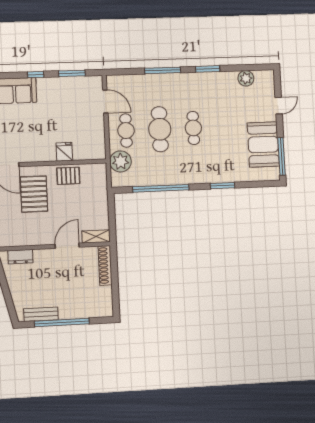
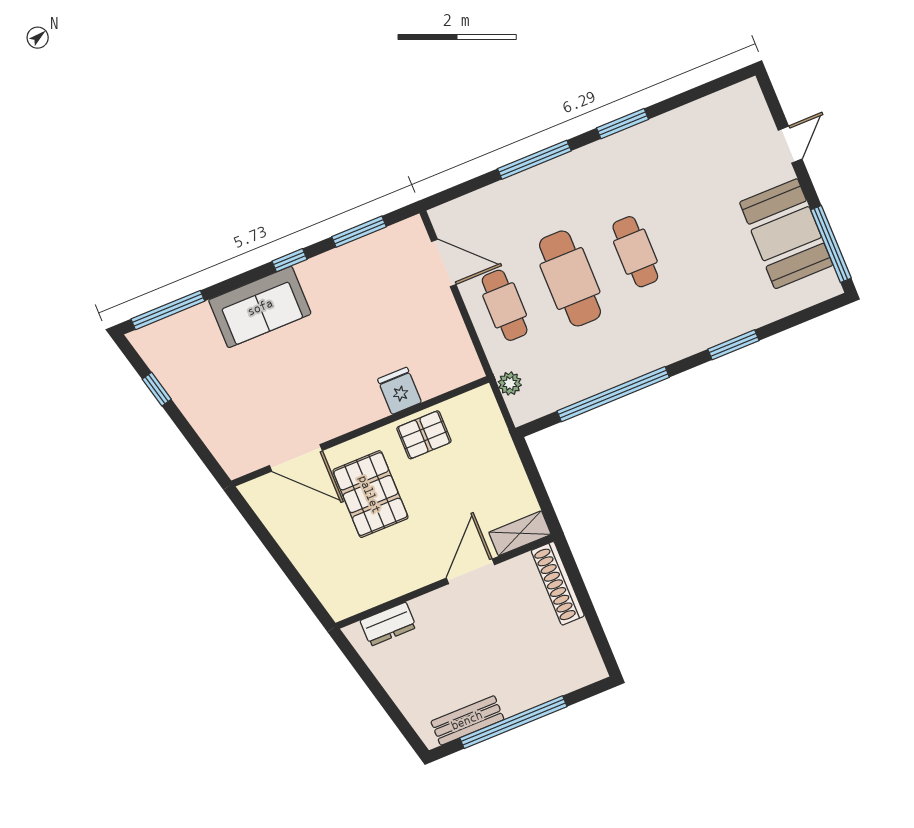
plant: (246, 78) -> (705, 114), removed
plant: (121, 161) -> (510, 383), width x0.53, depth x0.53

